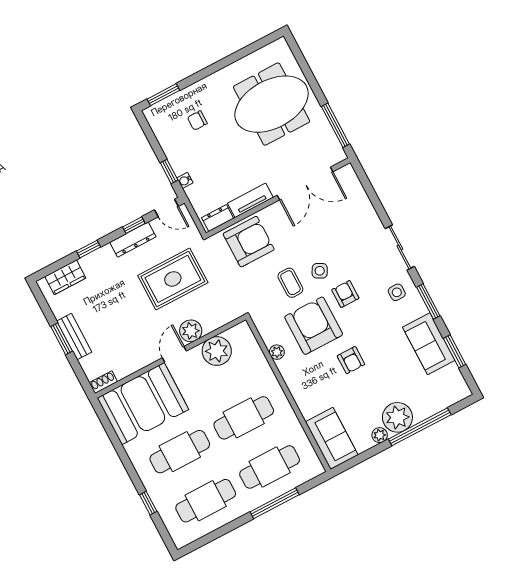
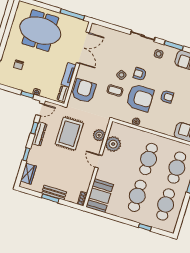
meeting table: (272, 104) -> (40, 31), turned 90
armchair: (314, 326) -> (140, 98), turned 180
plant: (191, 331) -> (99, 135), moved
booth: (143, 404) -> (100, 196), width x0.73, depth x0.70

